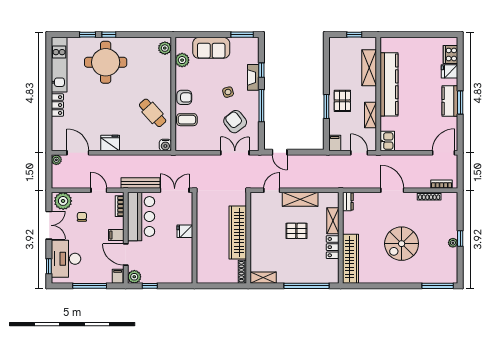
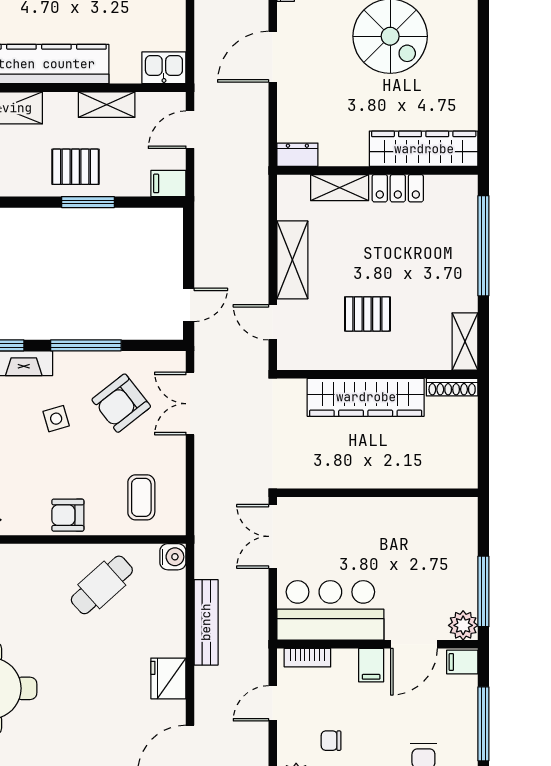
armchair: (184, 97) -> (68, 515), turned -90
coffee table: (187, 120) -> (141, 497), moved
bench: (140, 183) -> (206, 622), moved
fridge: (185, 231) -> (363, 514), removed
pallet: (296, 231) -> (367, 314), moved, turned 90
window: (150, 286) -> (483, 591), width x2.17

